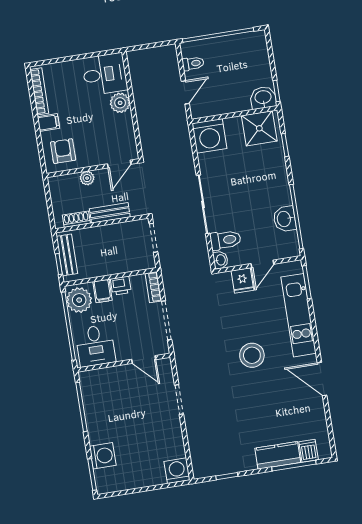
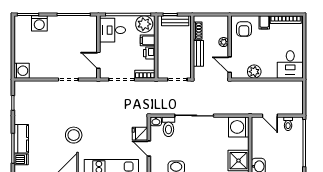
plant: (120, 103) -> (254, 72), moved
armchair: (63, 151) -> (244, 29), turned 90
stool: (252, 355) -> (74, 135), moved
door: (144, 359) -> (98, 60), hinge flipped

